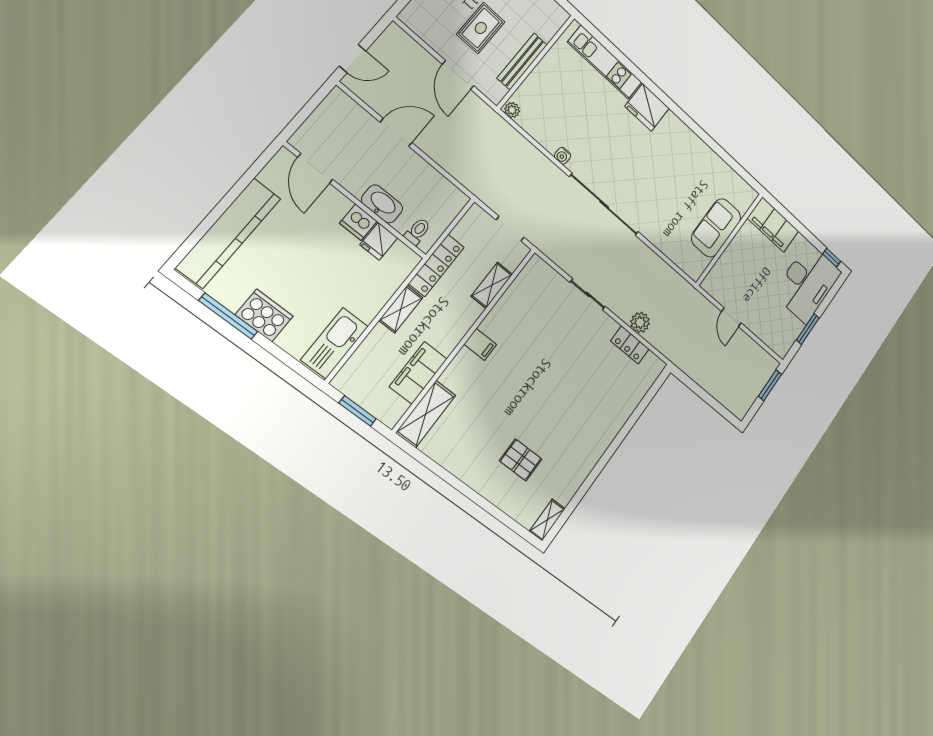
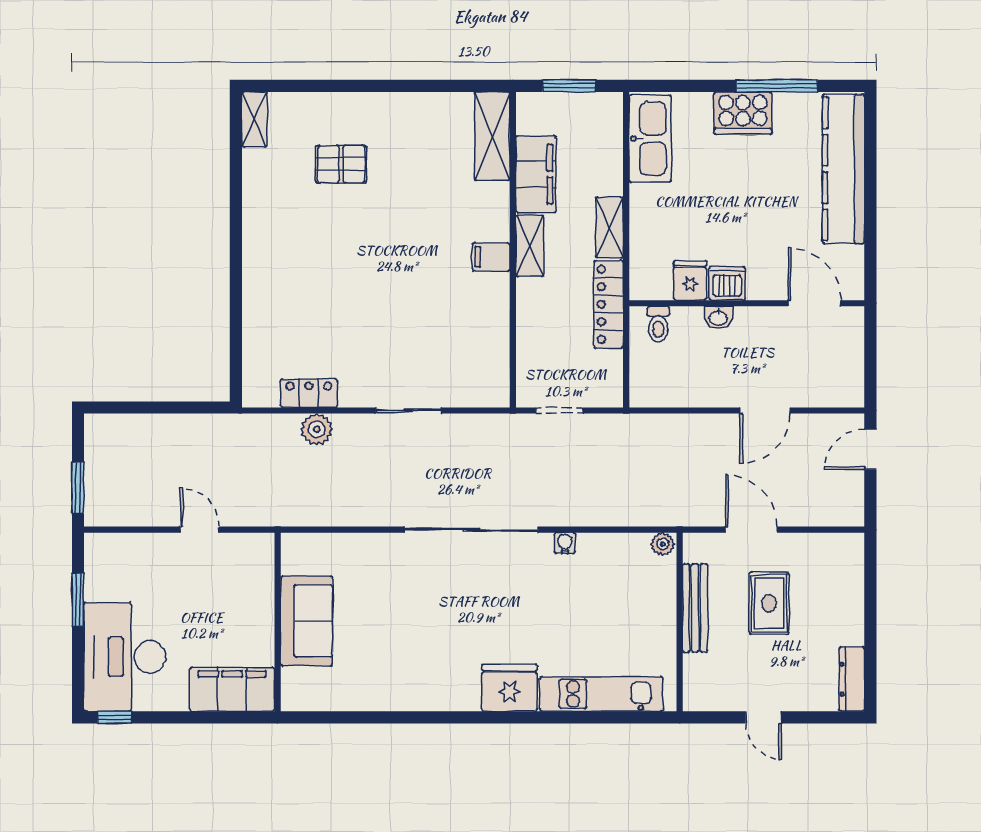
washbasin: (382, 204) -> (718, 318), width x0.52, depth x0.69
shelving: (492, 285) -> (530, 246), moved

